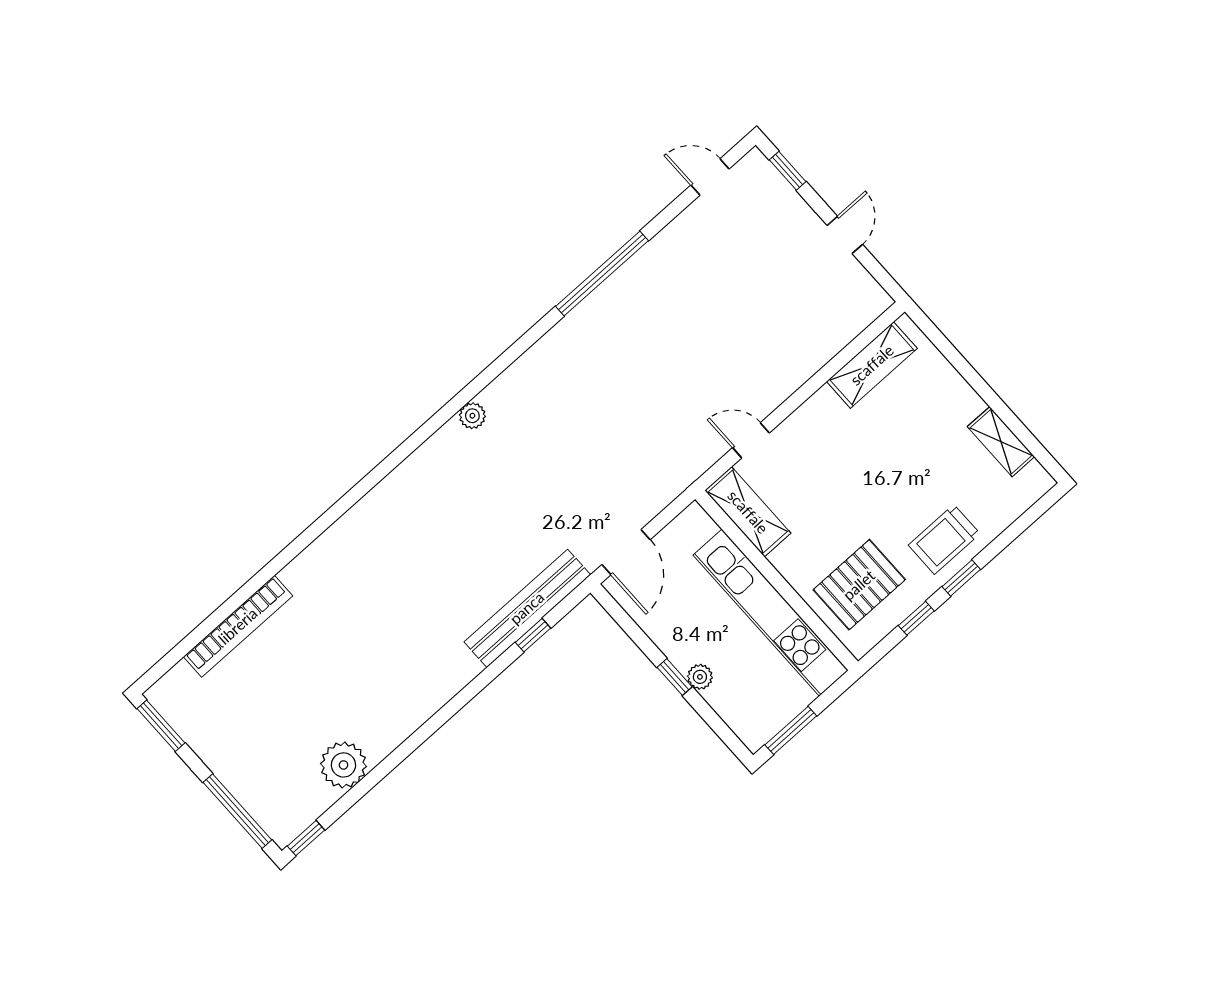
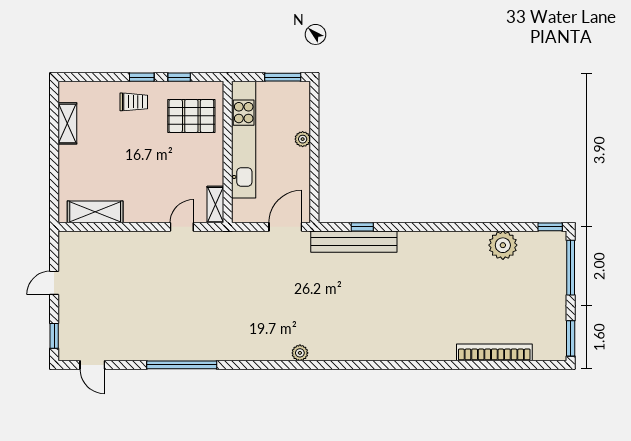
door: (751, 440) -> (182, 227), swing flipped
shelving: (748, 512) -> (215, 205), width x0.67, depth x0.75
trolley: (944, 539) -> (134, 102), width x0.73, depth x0.72
window: (675, 677) -> (314, 149), removed

